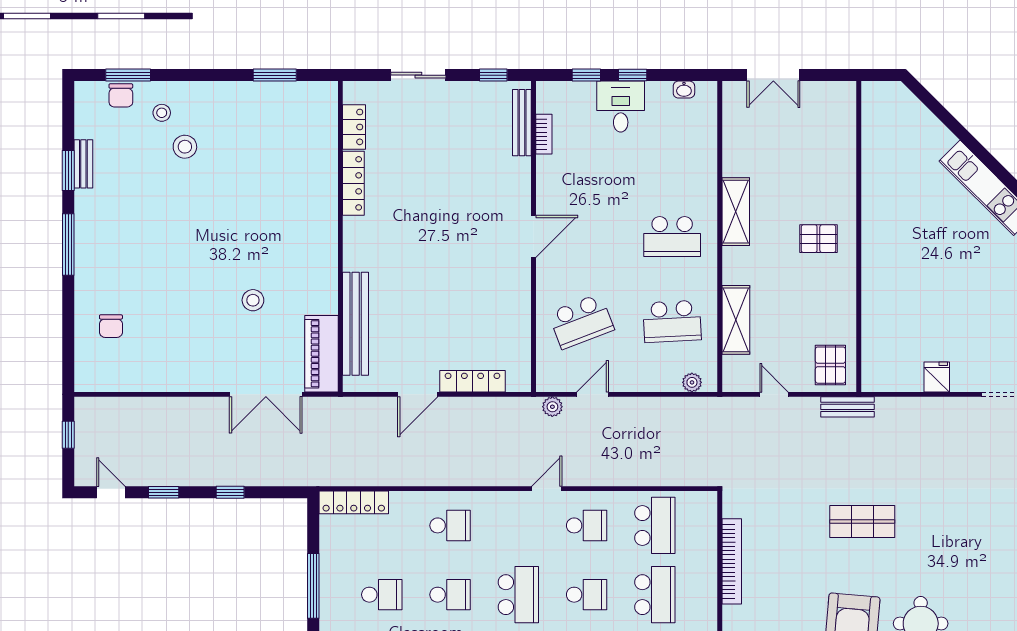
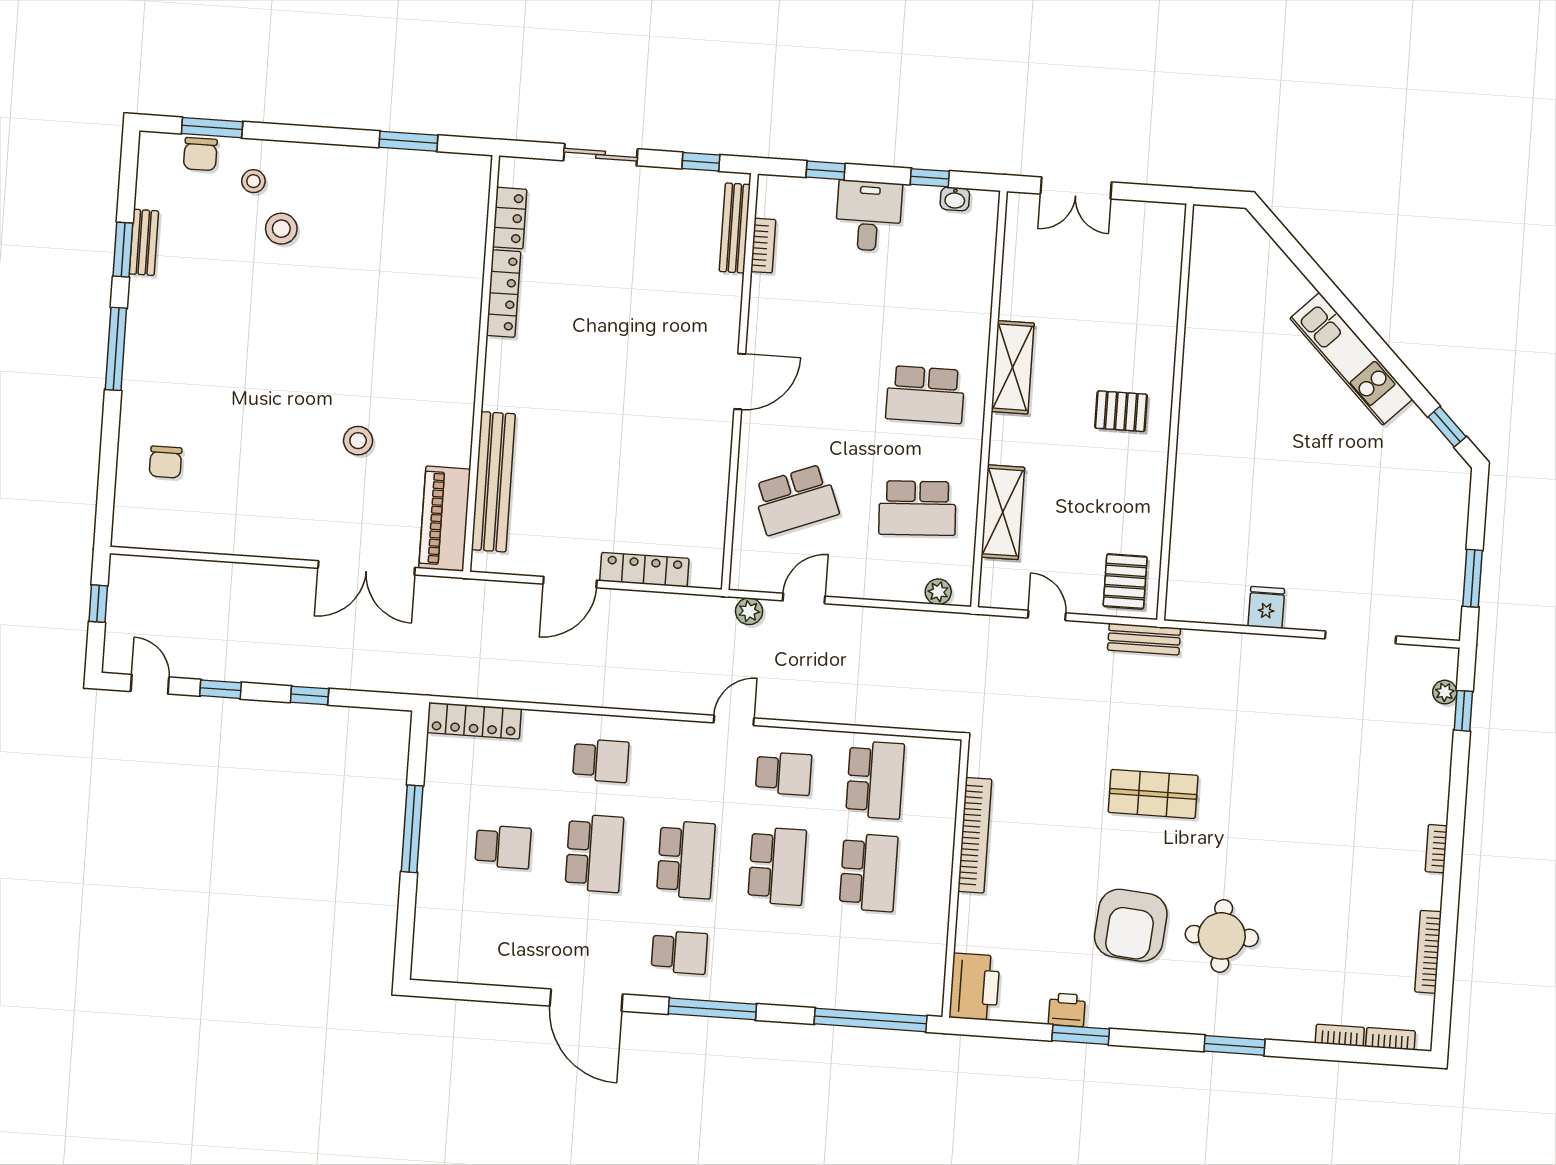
window: (633, 75) -> (930, 178), moved
school desk: (450, 595) -> (594, 853), width x1.85
school desk: (587, 595) -> (777, 866), width x1.85

